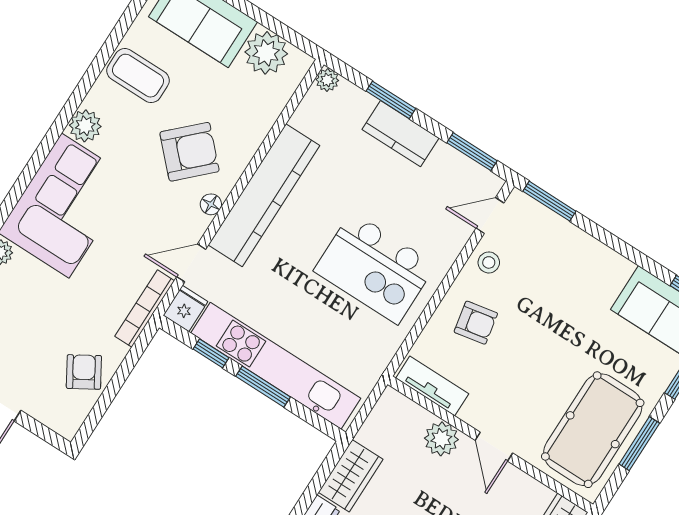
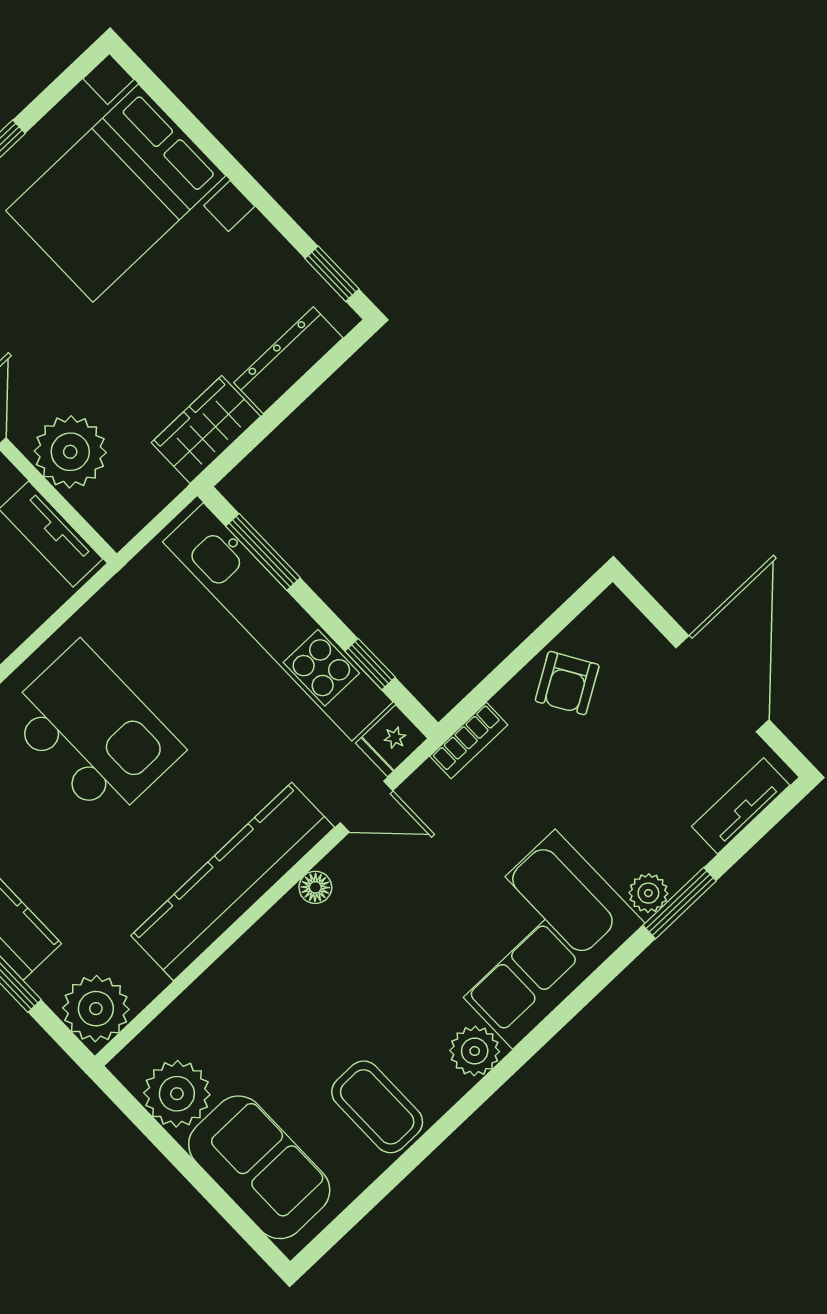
plant: (327, 80) -> (96, 1009), width x1.88, depth x1.88
armchair: (189, 152) -> (328, 974), removed
bookcase: (145, 308) -> (469, 740), width x0.64
window: (263, 387) -> (263, 552), moved
plant: (441, 439) -> (70, 452), width x1.36, depth x1.36

